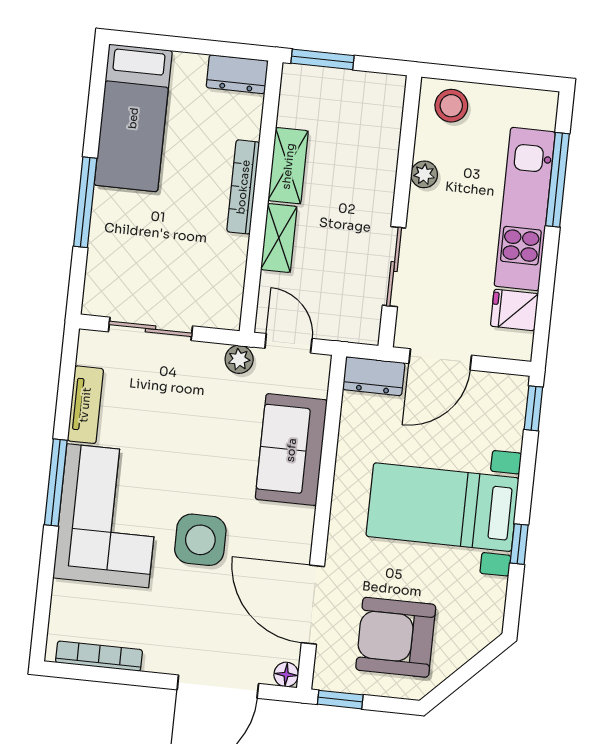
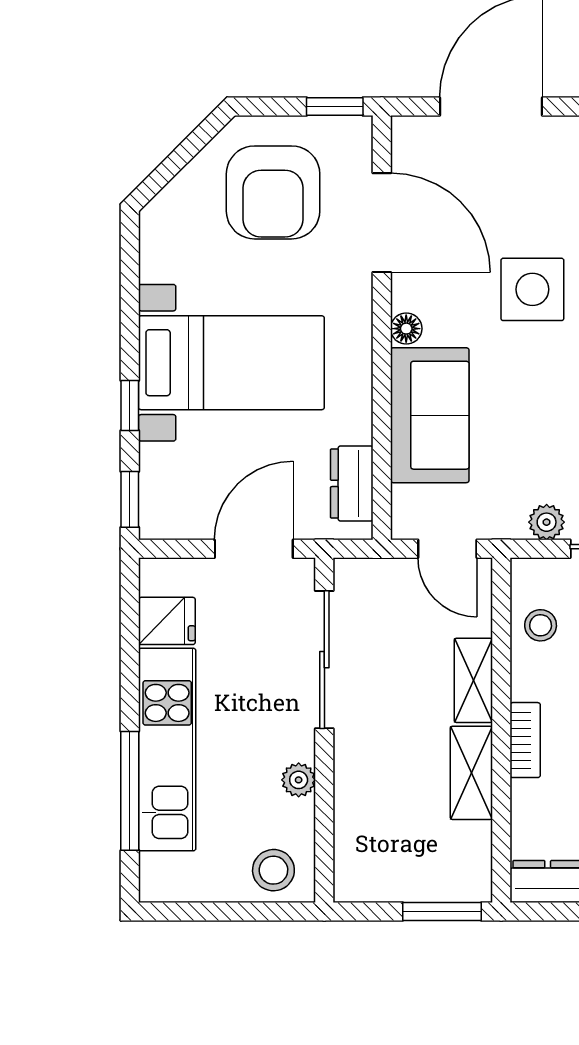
bookcase: (243, 187) -> (525, 740), width x0.64
sliding door: (394, 267) -> (324, 660), width x1.37
stool: (222, 276) -> (541, 625), added
plant: (239, 359) -> (547, 522), moved
dresser: (374, 376) -> (352, 483), moved, turned -90
window: (519, 544) -> (130, 405), moved
armchair: (396, 637) -> (273, 192), turned 90
floor lamp: (286, 674) -> (406, 329), moved

